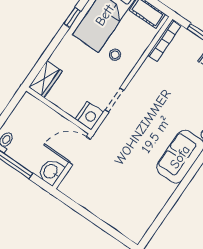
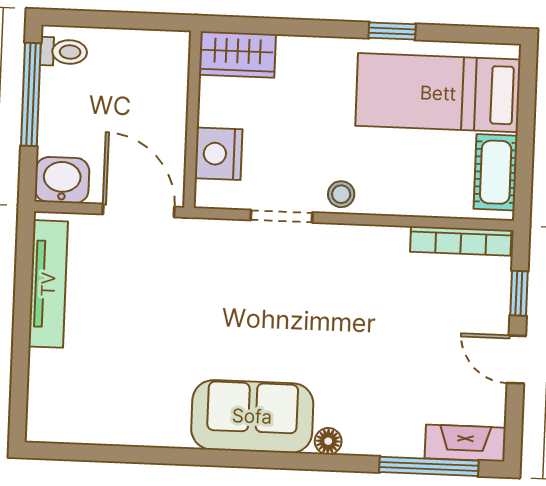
stool: (115, 55) -> (341, 194), moved
nightstand: (89, 116) -> (219, 154), moved, turned 90
tv unit: (86, 200) -> (48, 284), added

